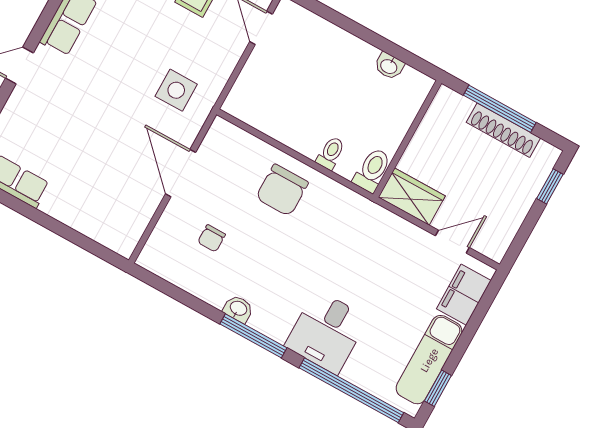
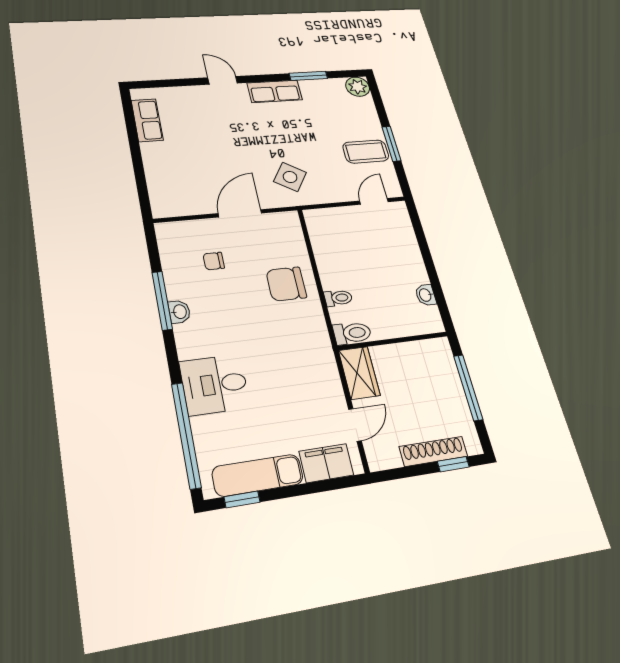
side table: (176, 90) -> (290, 177), turned 33
shoe rack: (503, 130) -> (433, 451), moved, turned 90
door: (452, 242) -> (355, 425), hinge flipped
window: (253, 336) -> (162, 301), moved

